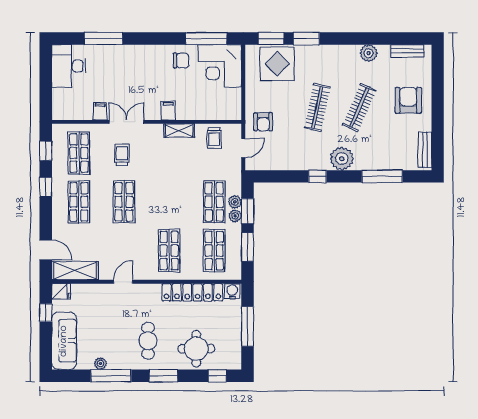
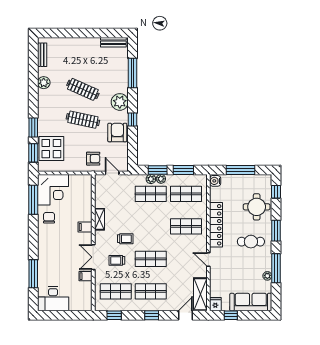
armchair: (408, 100) -> (117, 133), moved, turned 90
trolley: (214, 138) -> (125, 239), moved
window: (46, 187) -> (152, 315), moved
locker: (192, 292) -> (216, 225), moved

